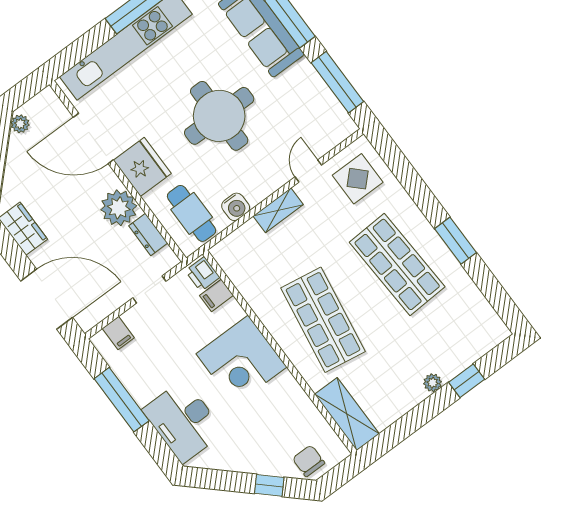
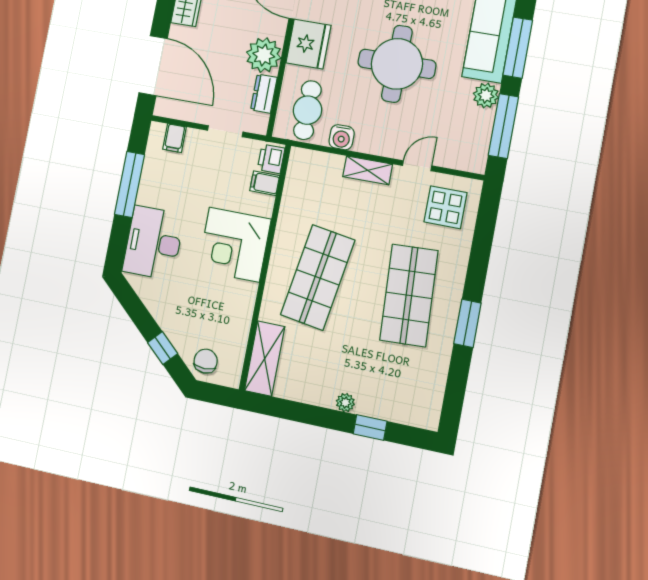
plant: (303, 74) -> (486, 95), added

